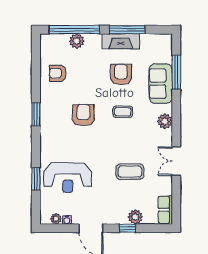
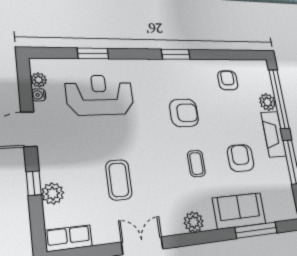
fireplace: (121, 41) -> (274, 134), moved
armchair: (121, 74) -> (241, 158), turned -90
reception desk: (68, 178) -> (100, 95), turned 90

